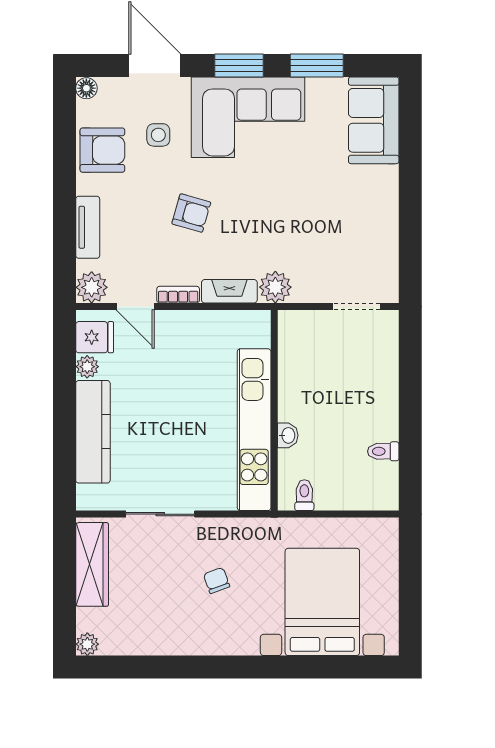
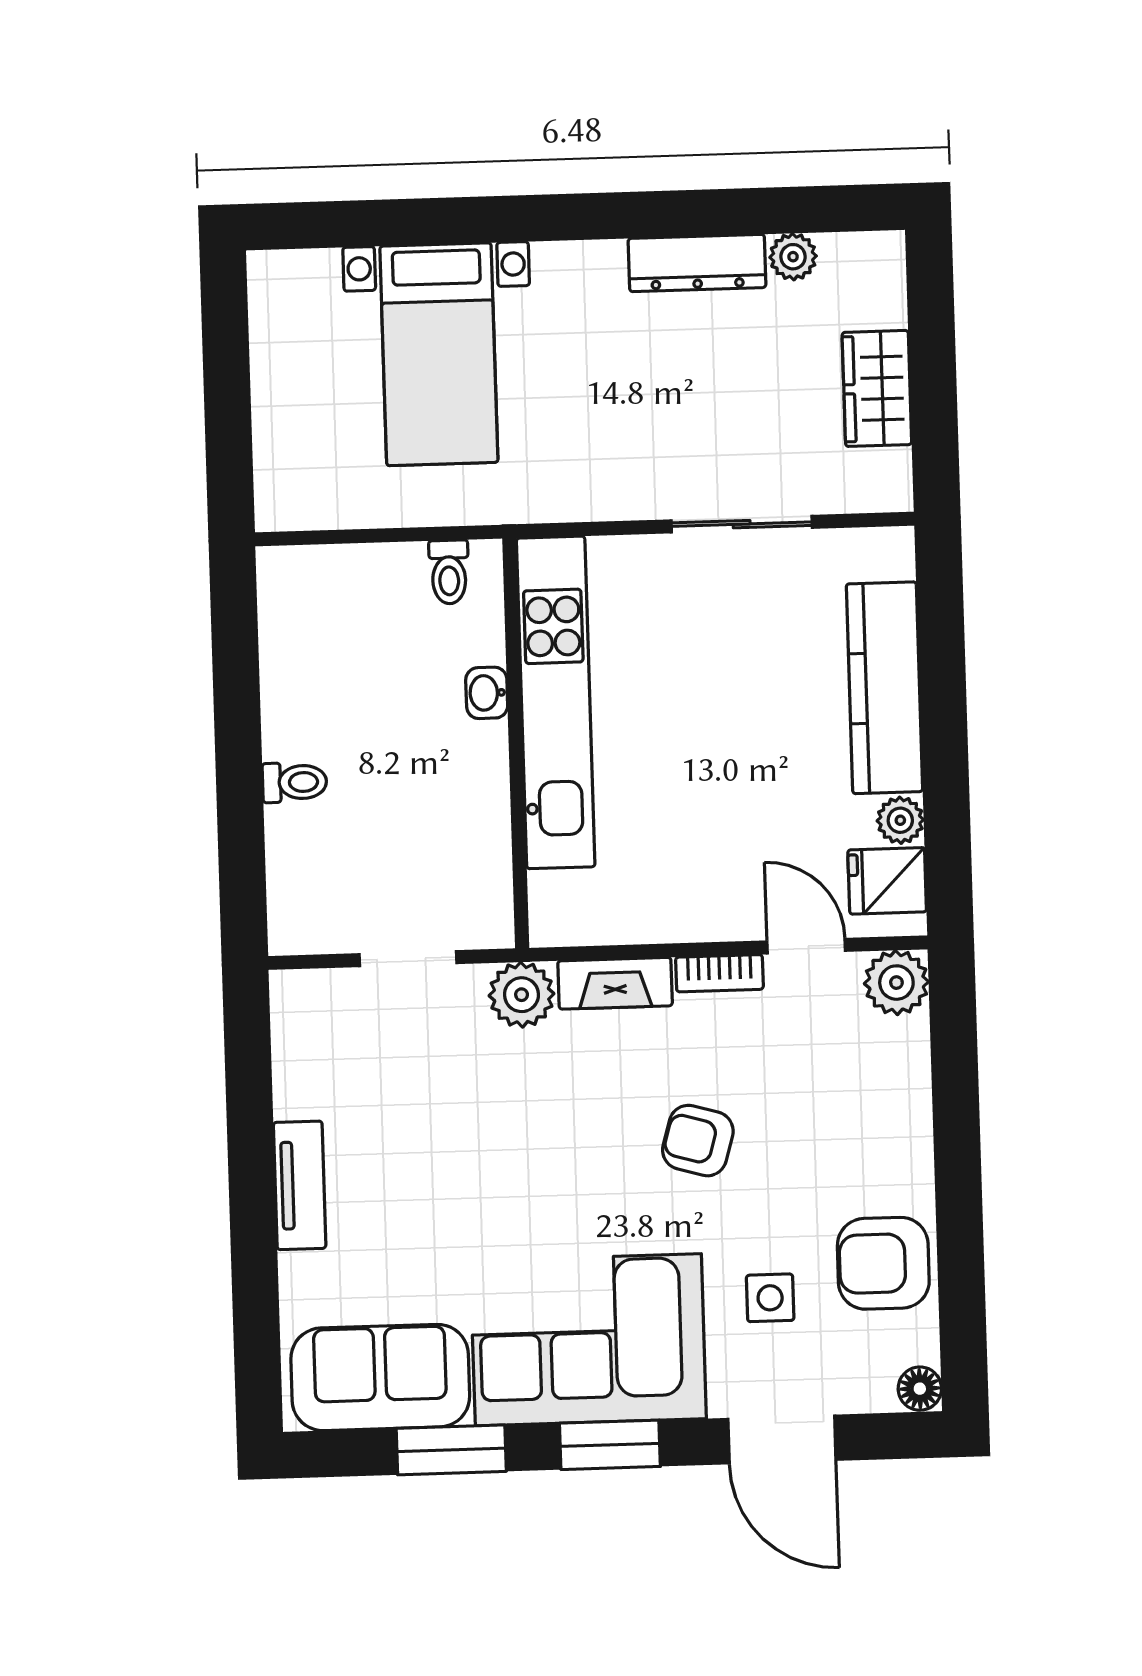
sofa: (374, 120) -> (380, 1377), moved, turned -90
tv unit: (88, 227) -> (300, 1185), moved, turned 180
doorway: (357, 307) -> (408, 959), moved
toilet: (383, 451) -> (295, 782), moved
wardrobe: (92, 564) -> (877, 388), width x0.67
chair: (217, 580) -> (623, 392), removed
bed with nightstands: (322, 602) -> (439, 354), width x0.73
dresser: (178, 643) -> (697, 263), added
plant: (87, 644) -> (793, 257), moved

